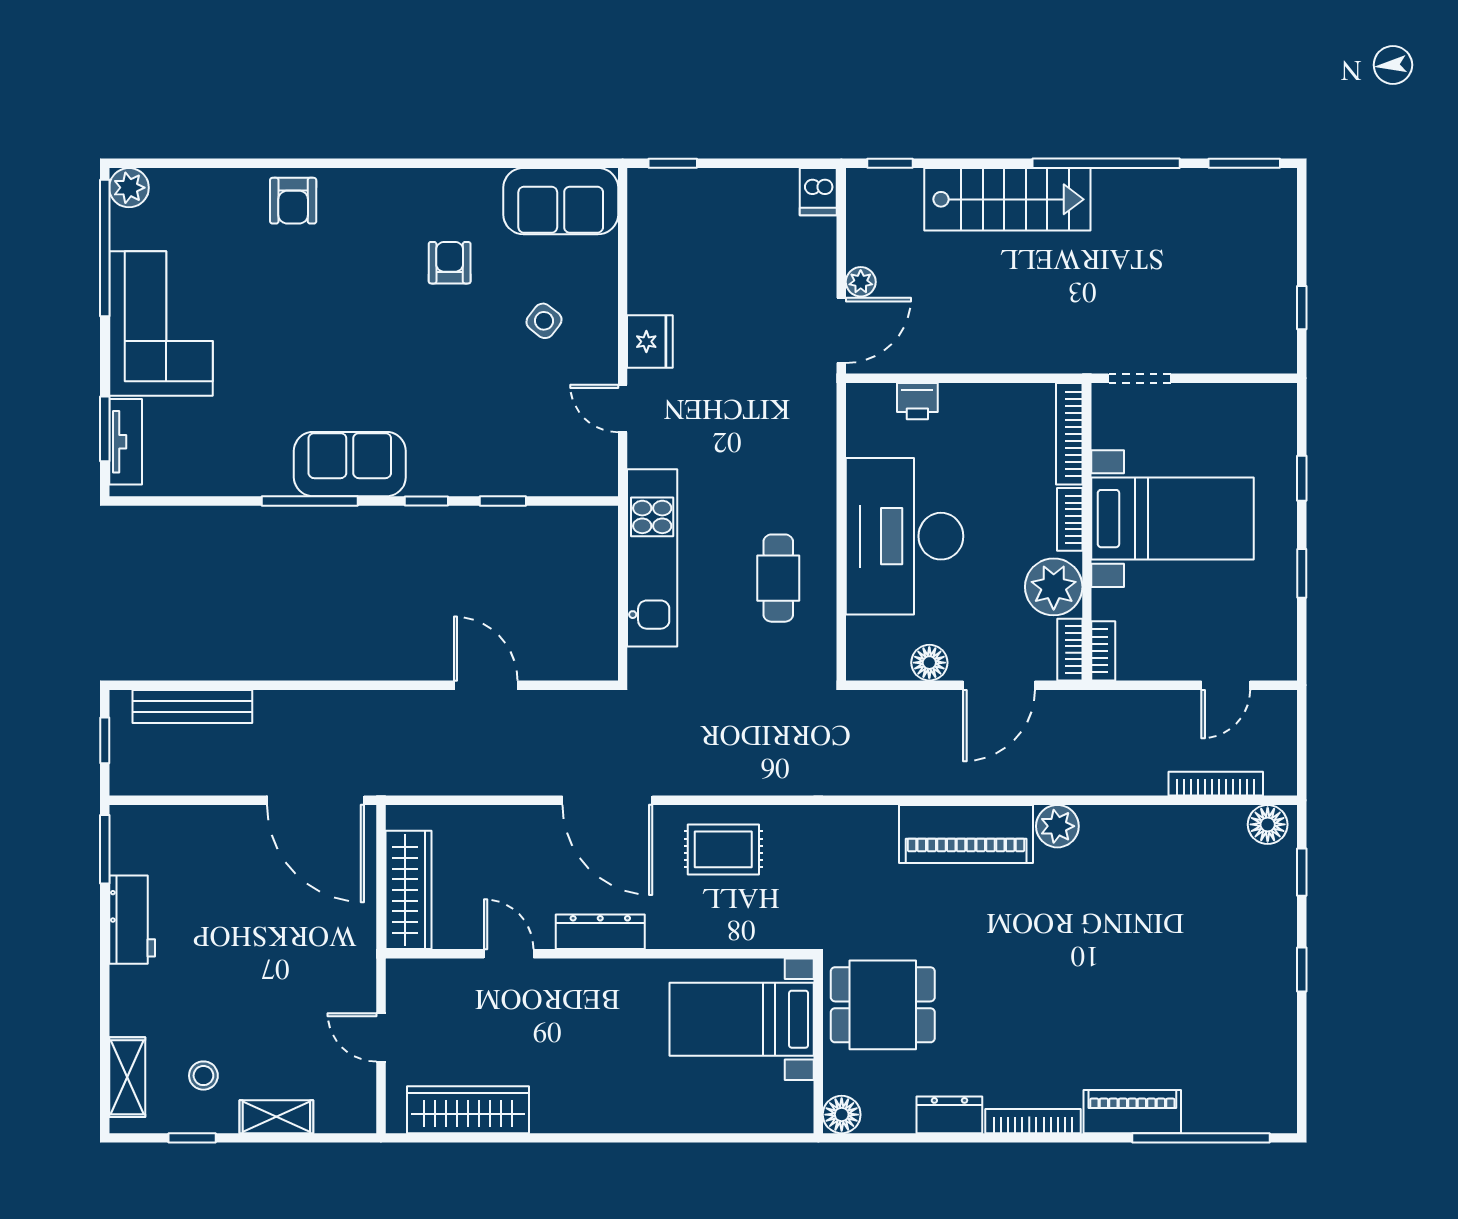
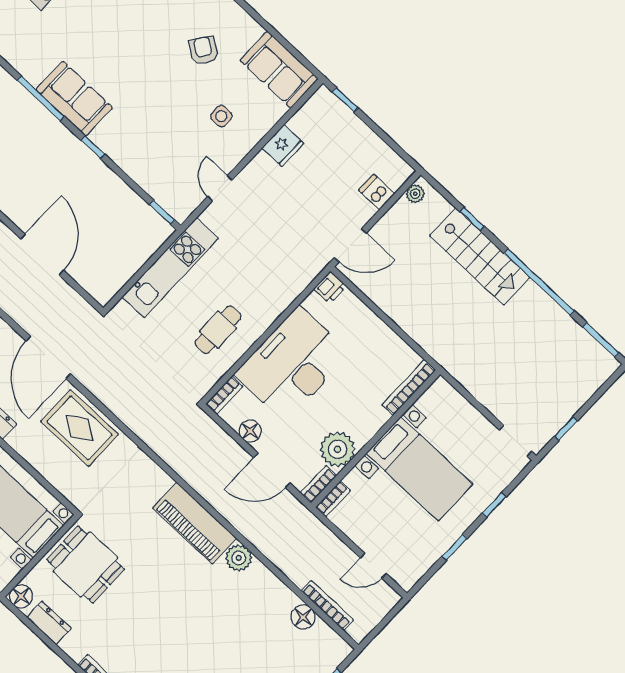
window: (890, 163) -> (472, 219), moved
dishwasher: (818, 192) -> (377, 192), moved, turned 90
armchair: (450, 263) -> (204, 50), turned -55
plant: (861, 282) -> (415, 194), moved
side table: (544, 321) -> (221, 116), turned -38
fridge: (650, 342) -> (283, 146), moved
doorway: (1140, 378) -> (516, 441), moved
printer: (917, 401) -> (330, 287), moved, turned -90
window: (503, 501) -> (162, 212), moved
bookcase: (1070, 519) -> (224, 395), moved, turned 180
door: (486, 685) -> (42, 255), width x1.36
floor lamp: (1268, 824) -> (303, 617), moved
rug: (723, 849) -> (79, 428), width x1.36, depth x1.43
dresser: (949, 1115) -> (49, 623), moved

